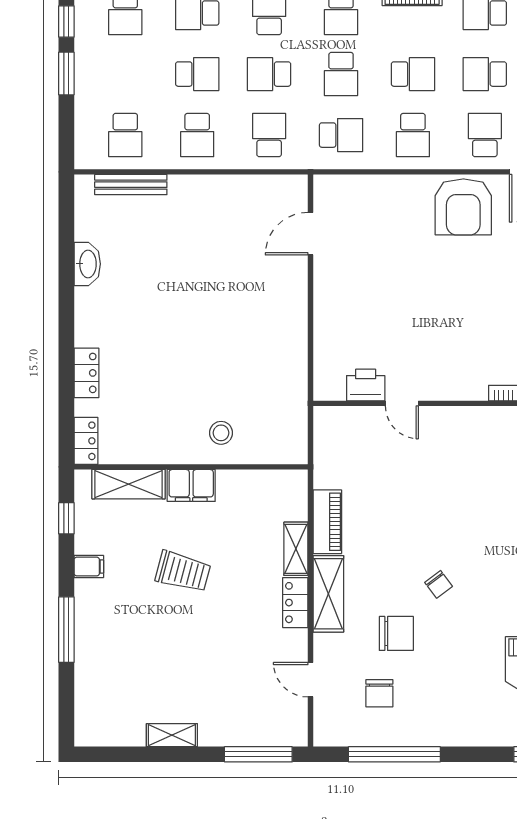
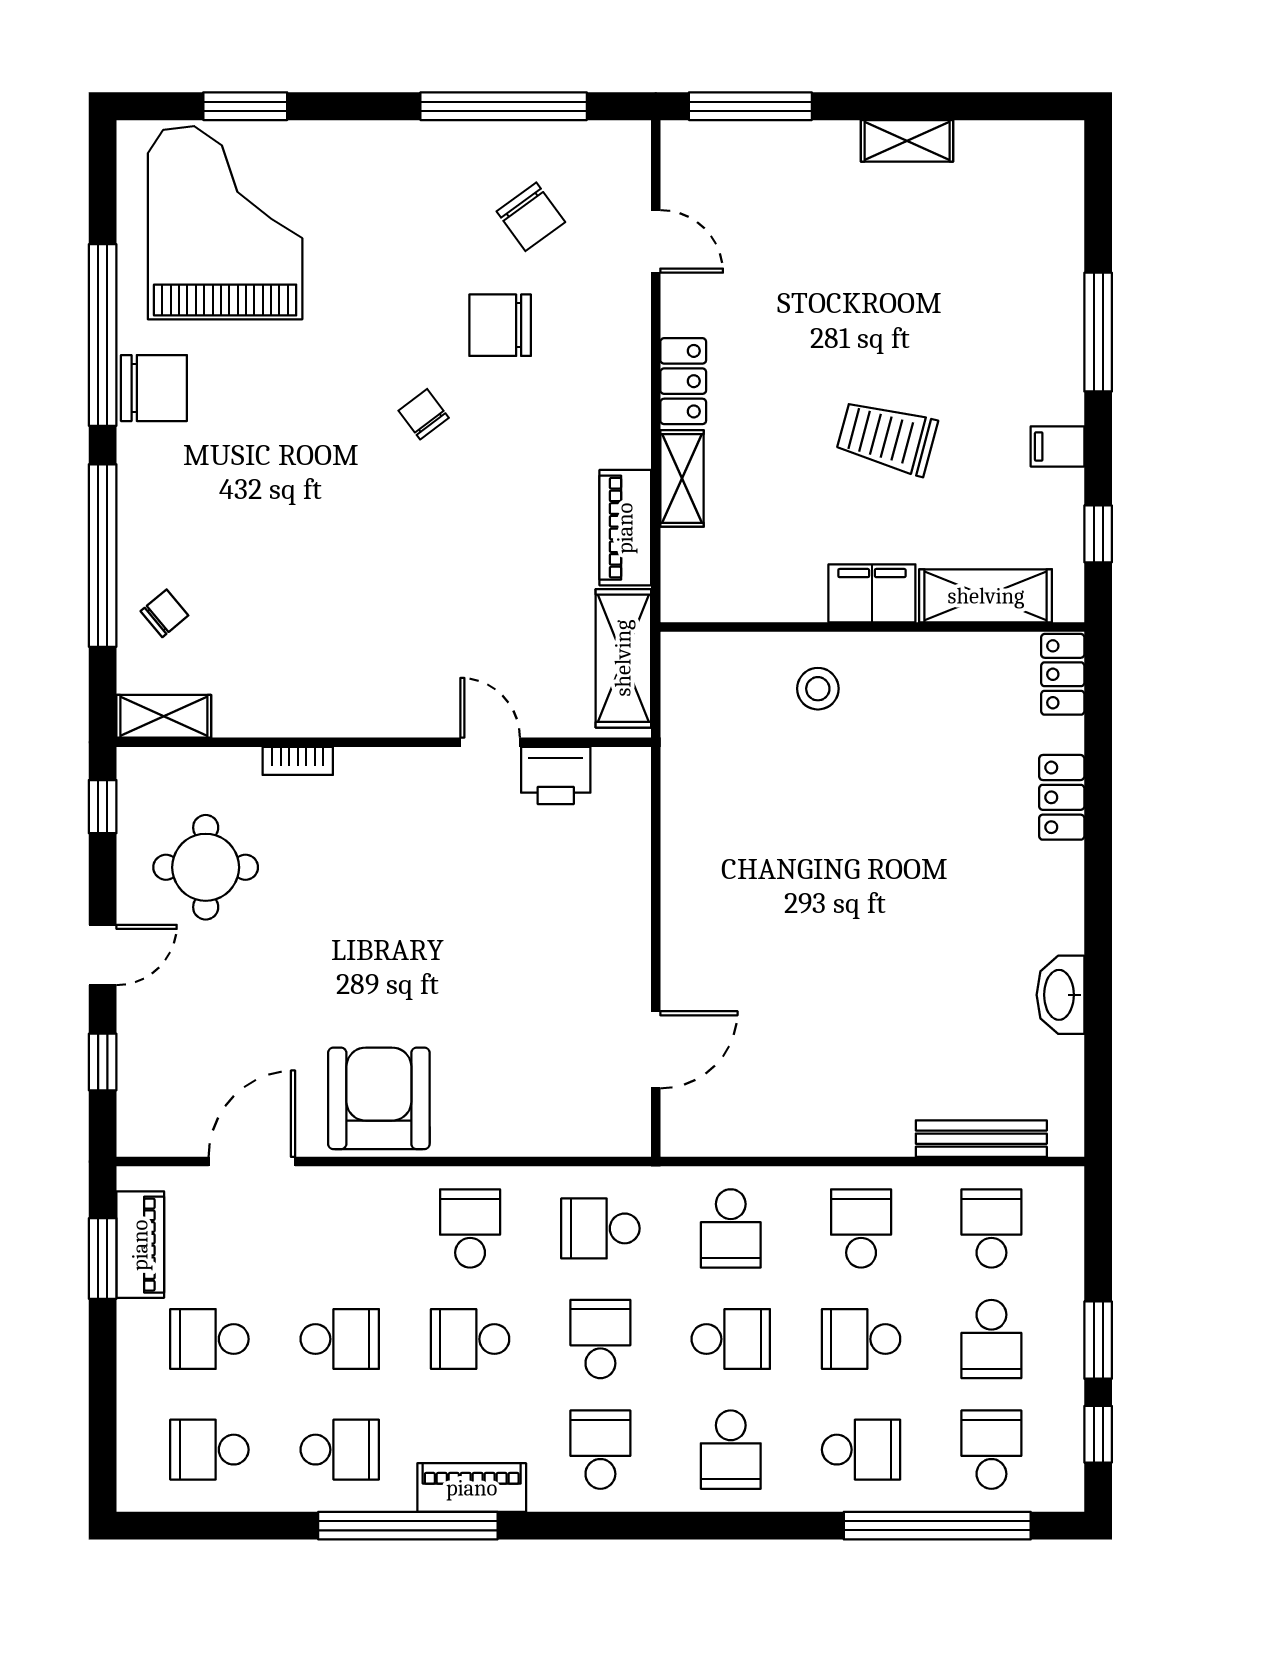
school desk: (485, 135) -> (991, 1339), moved
shelving: (328, 594) -> (623, 658), moved
chair: (379, 693) -> (531, 217), turned 144

